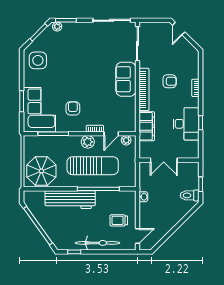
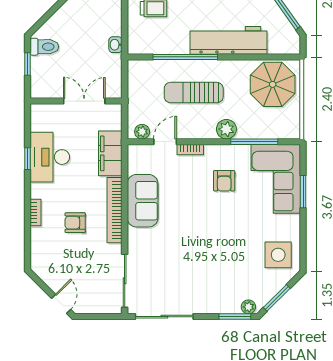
sofa: (126, 79) -> (143, 201), moved
plant: (88, 142) -> (226, 129), moved
sun lounger: (93, 166) -> (194, 93), width x0.73, depth x0.75

